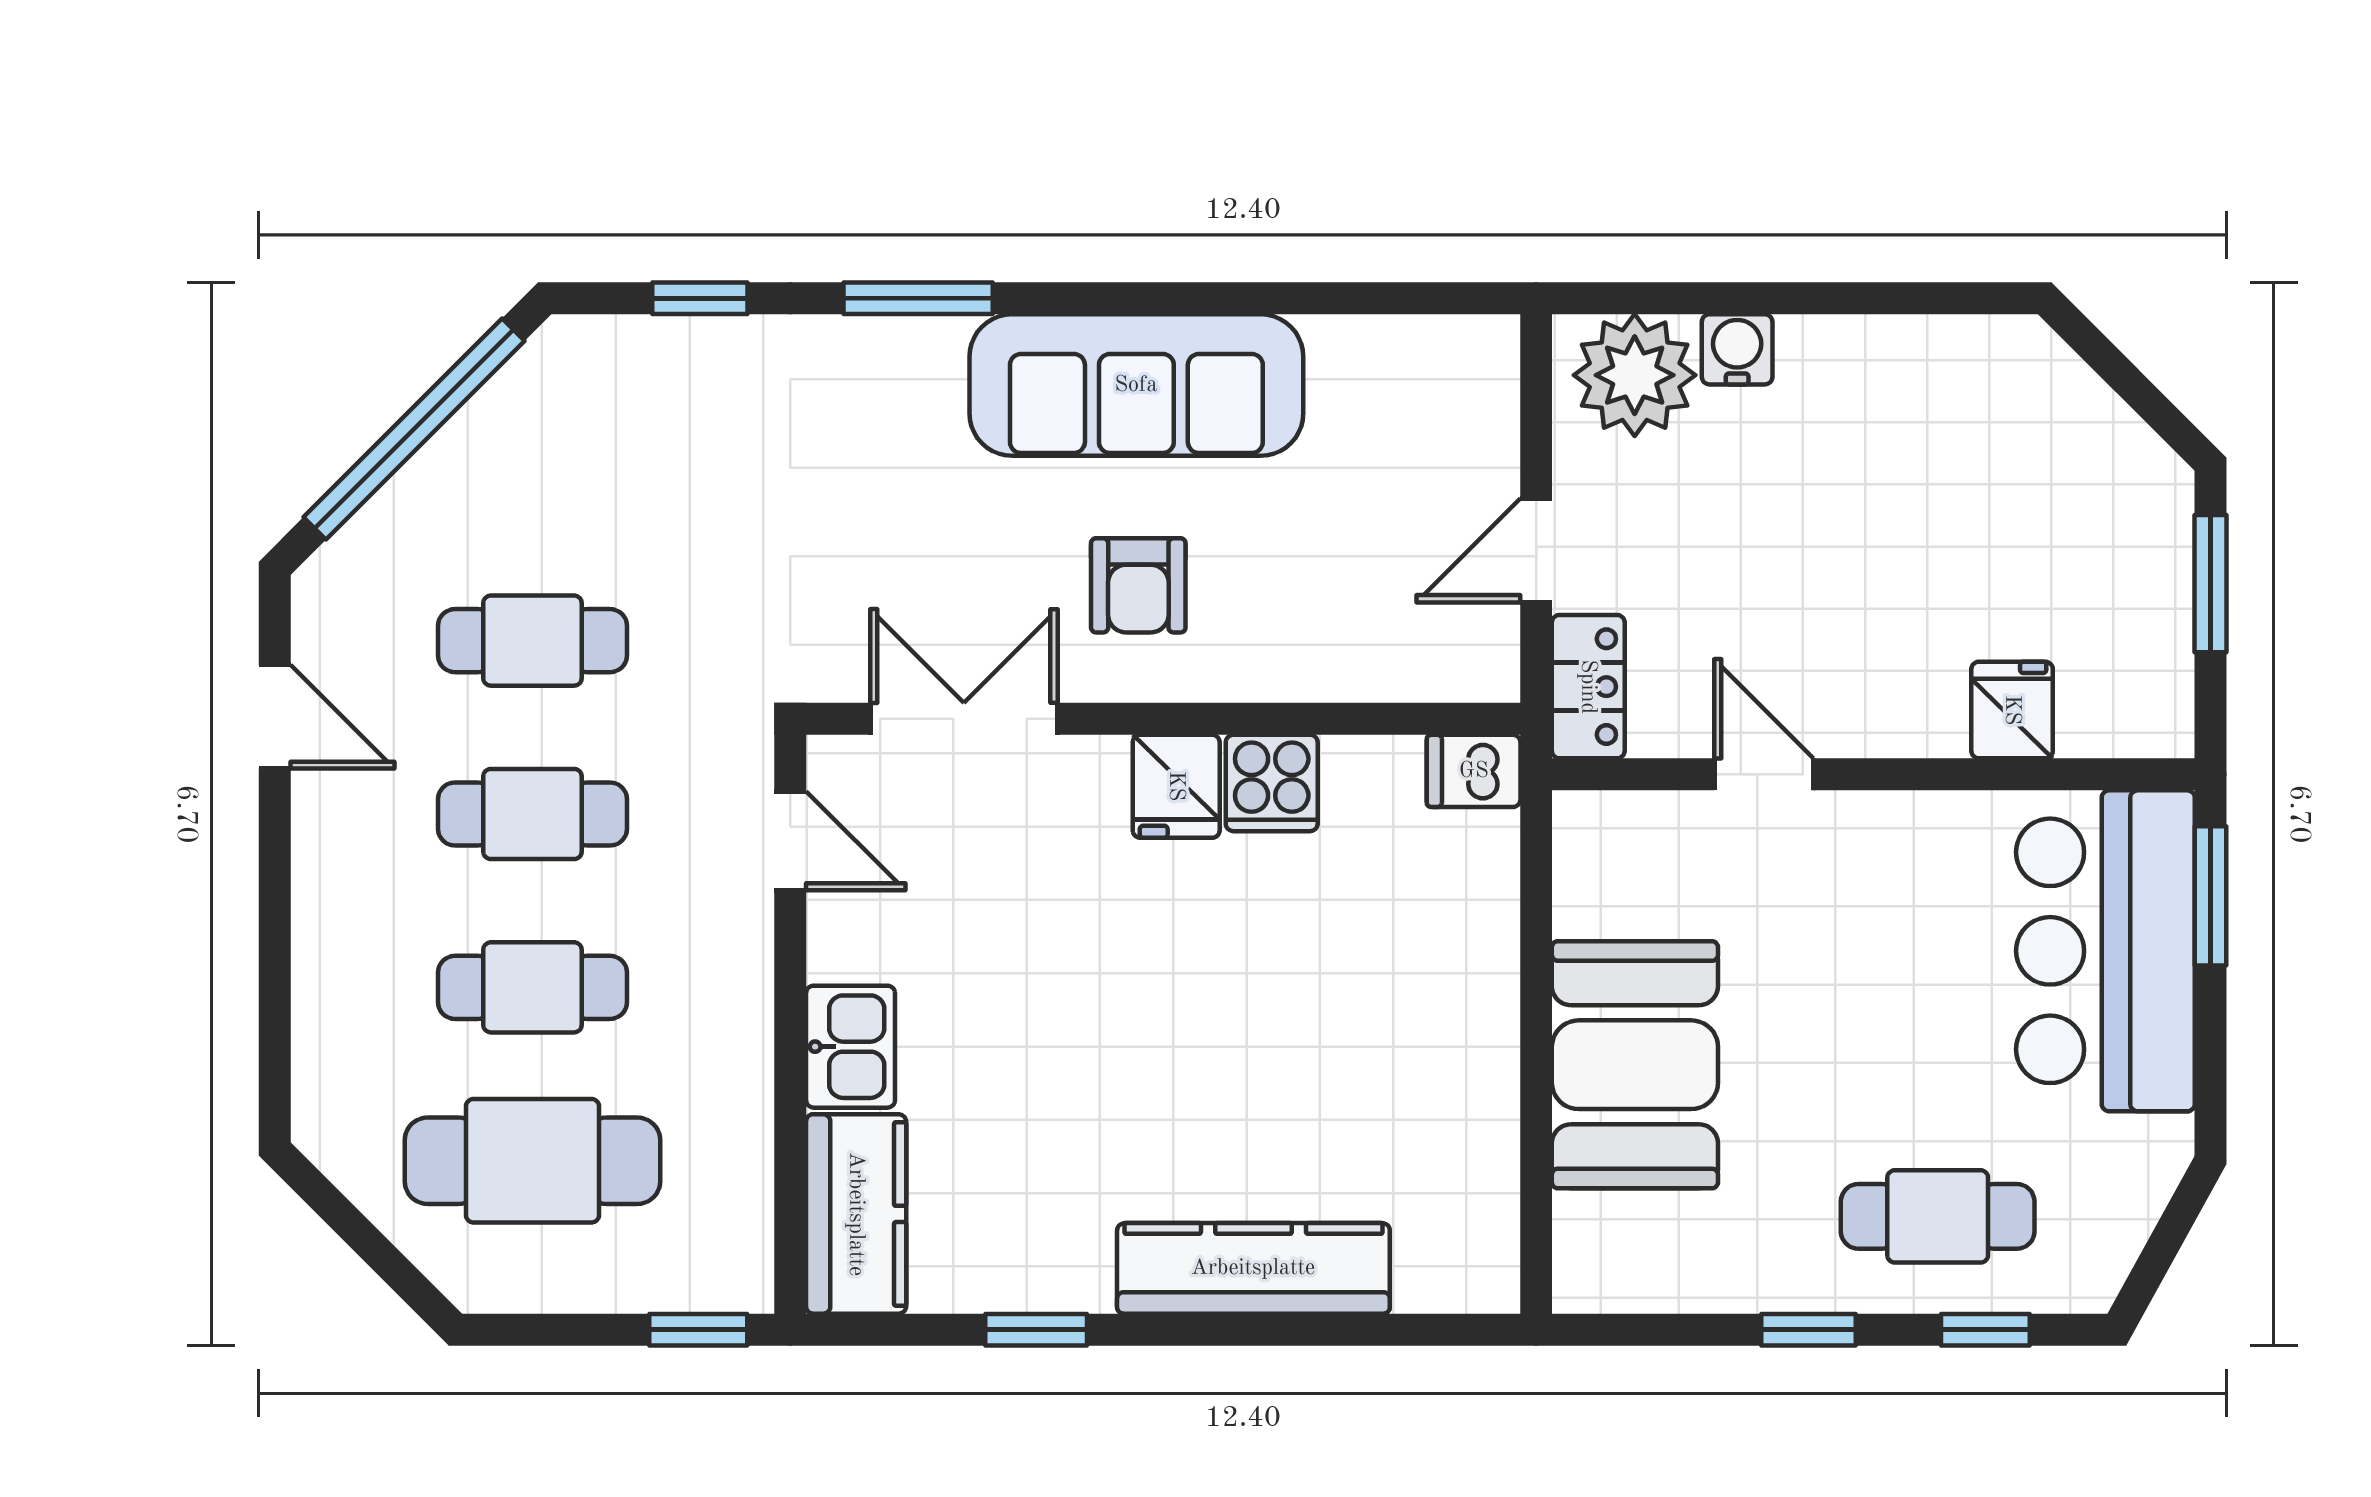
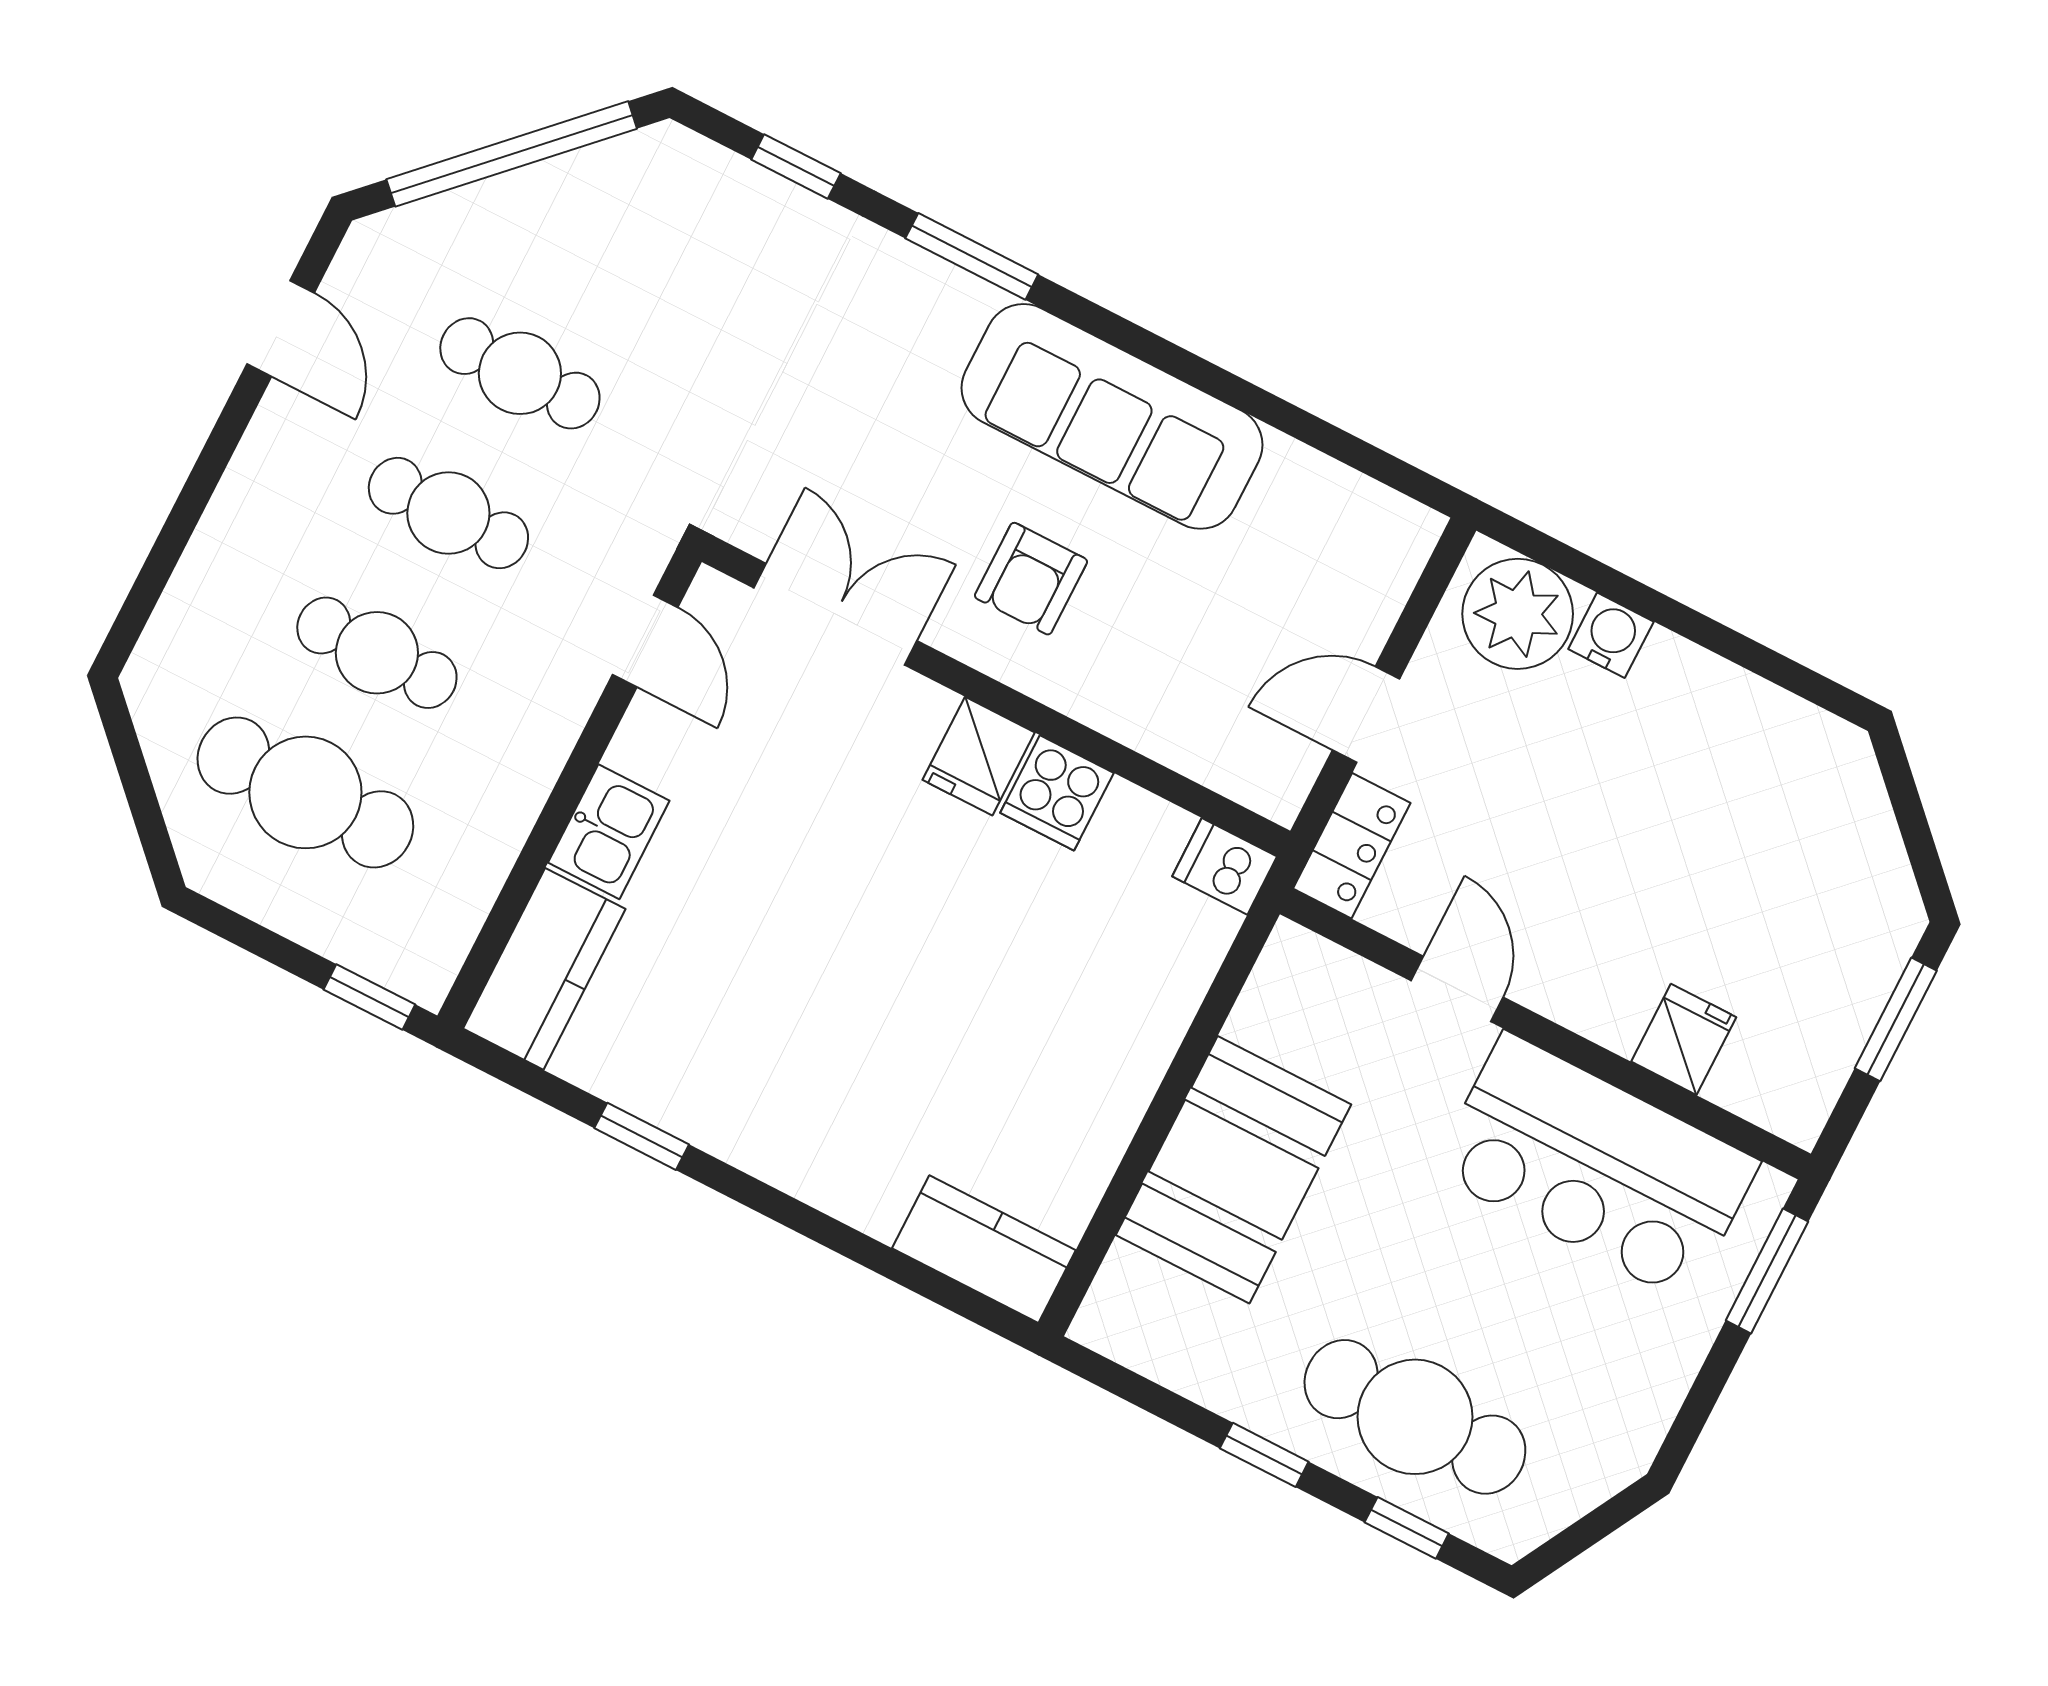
bar counter: (2105, 951) -> (1596, 1167), moved, turned -90
cafe table: (1938, 1216) -> (1415, 1417), width x1.37, depth x1.35
kitchen counter: (1253, 1268) -> (984, 1249), moved, width x0.67

